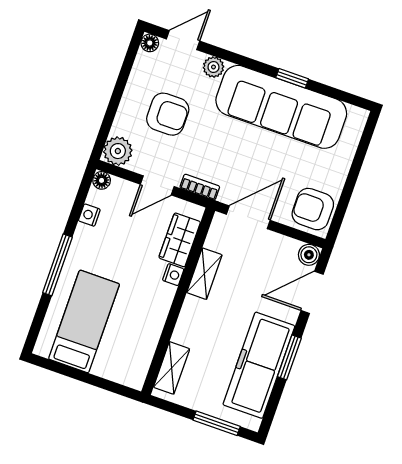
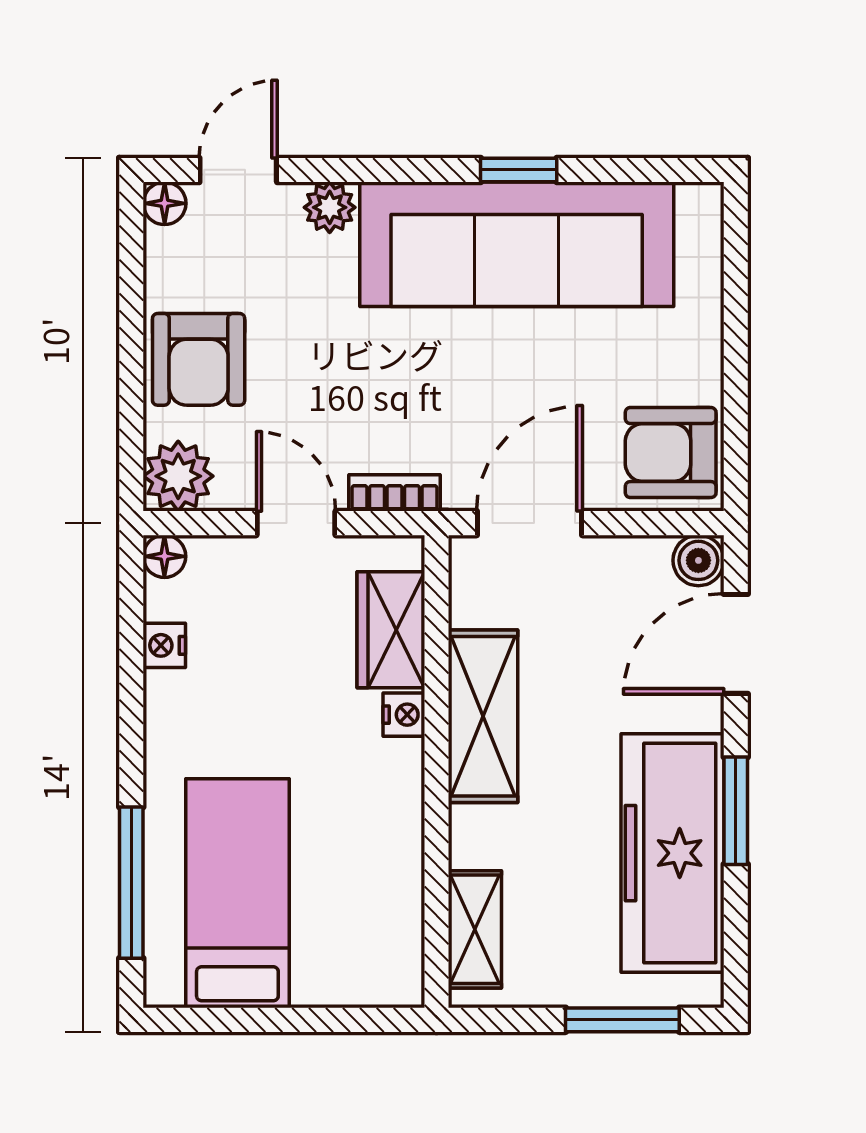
armchair: (168, 114) -> (199, 359), moved, turned 90
door: (157, 185) -> (296, 523), swing flipped
window: (57, 265) -> (131, 883), moved
shelving: (204, 274) -> (483, 716), width x1.50, depth x1.33

